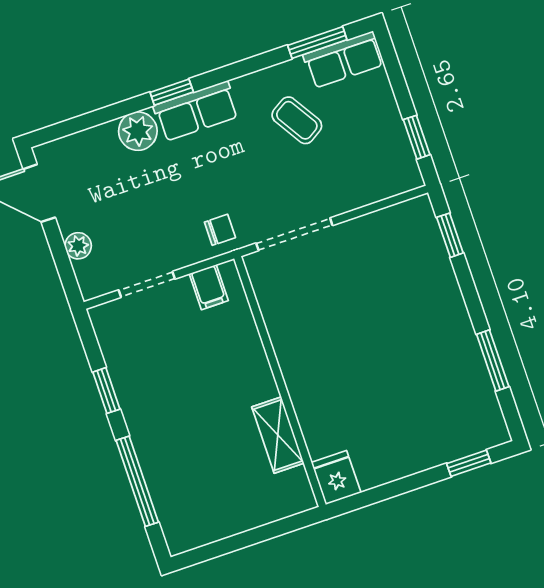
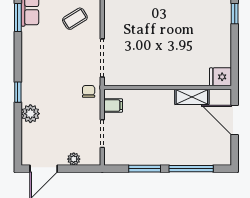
row of seats: (196, 111) -> (30, 84), removed
coffee table: (297, 120) -> (75, 19), moved
window: (106, 391) -> (145, 169), width x1.50
door: (261, 534) -> (235, 120), added

